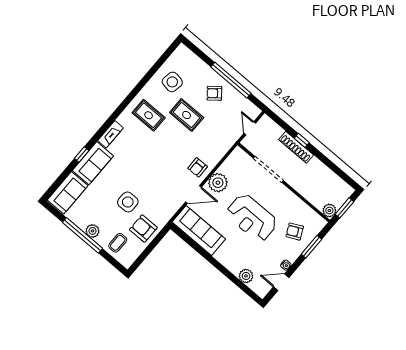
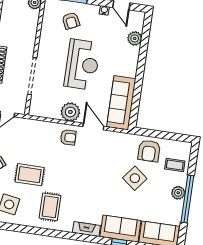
rug: (187, 115) -> (30, 175), turned 90
side table: (128, 202) -> (135, 178), turned 38

